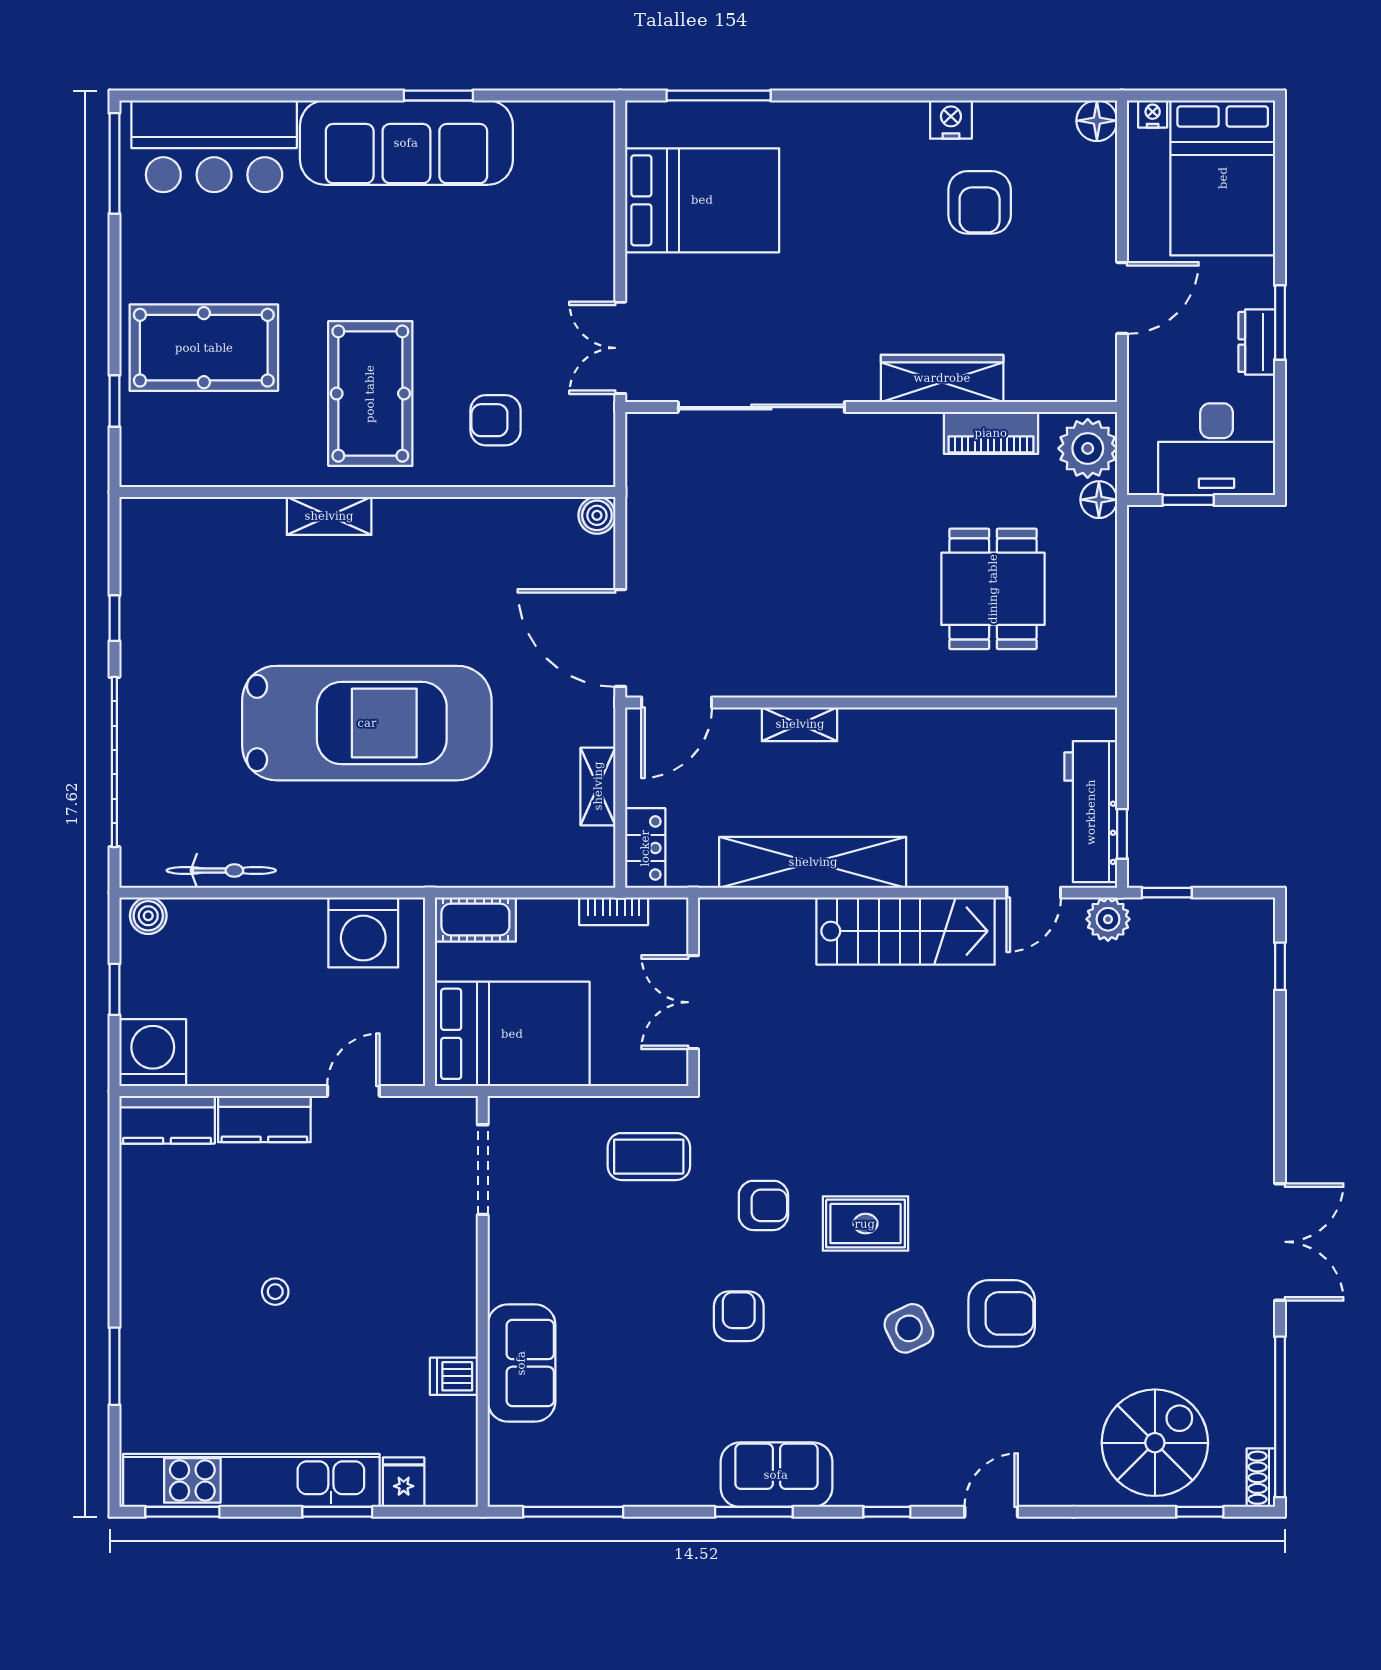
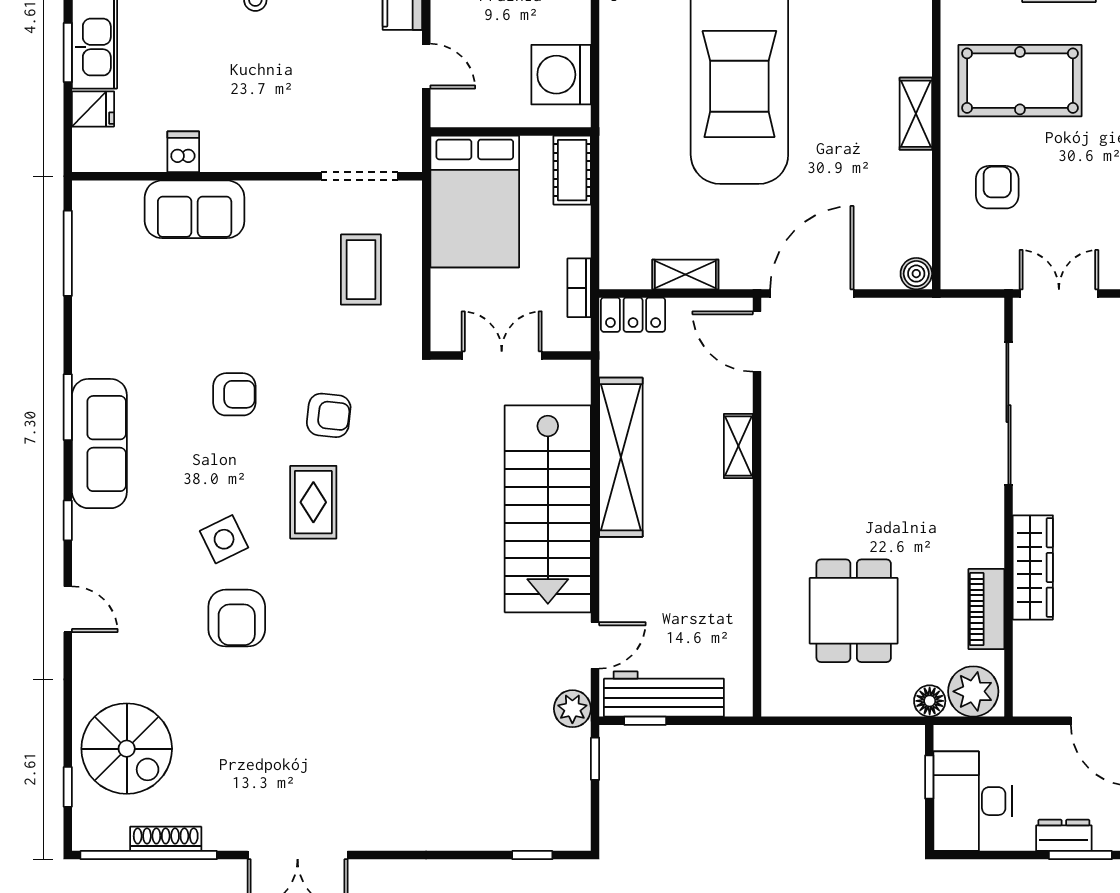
shelving: (329, 516) -> (916, 114), moved
dining table: (993, 589) -> (854, 611), turned 90
door: (1034, 893) -> (595, 645), swing flipped
stairs: (906, 931) -> (548, 509), width x1.36, depth x1.51
coffee table: (649, 1157) -> (361, 270), moved
armchair: (763, 1205) -> (329, 415), turned -84
sofa: (776, 1475) -> (99, 444), width x1.36
shoe rack: (1261, 1478) -> (166, 839), moved, width x1.43

